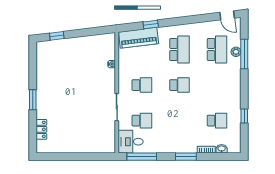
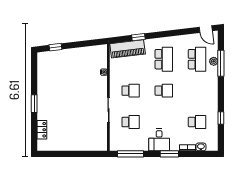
desk: (131, 142) -> (159, 140), moved, turned -90

